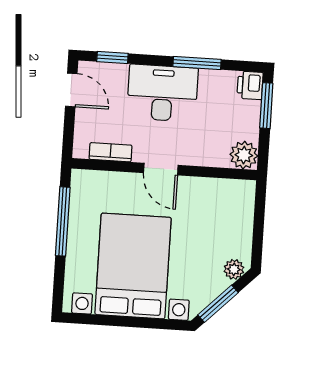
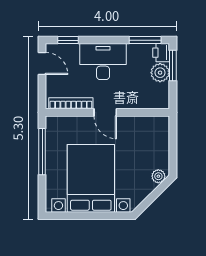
window: (197, 63) -> (145, 40), moved
bookcase: (111, 152) -> (71, 103), width x1.56
plant: (244, 155) -> (160, 73), moved
window: (218, 304) -> (149, 200), removed

